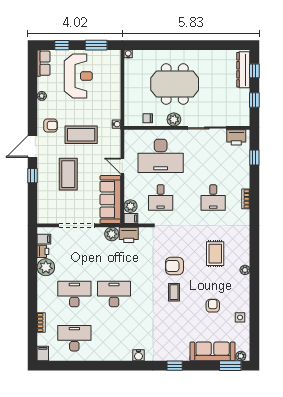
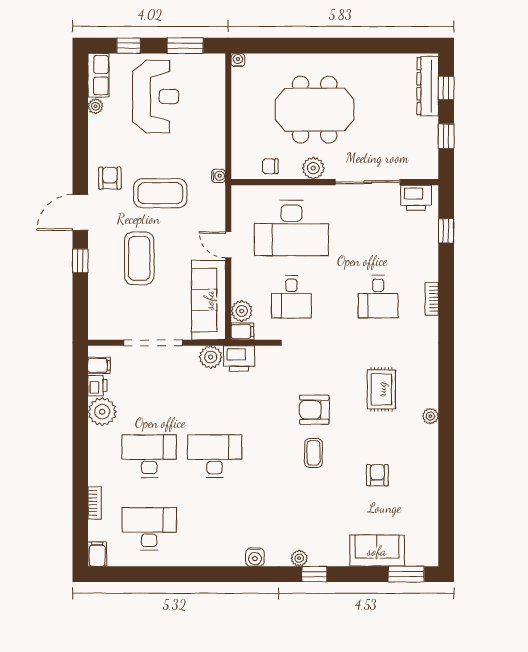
plant: (42, 96) -> (95, 106), moved
armchair: (51, 125) -> (110, 178), turned -90
side table: (240, 317) -> (422, 495), removed
sofa: (213, 351) -> (377, 551), width x0.73
plant: (241, 356) -> (299, 558), moved

